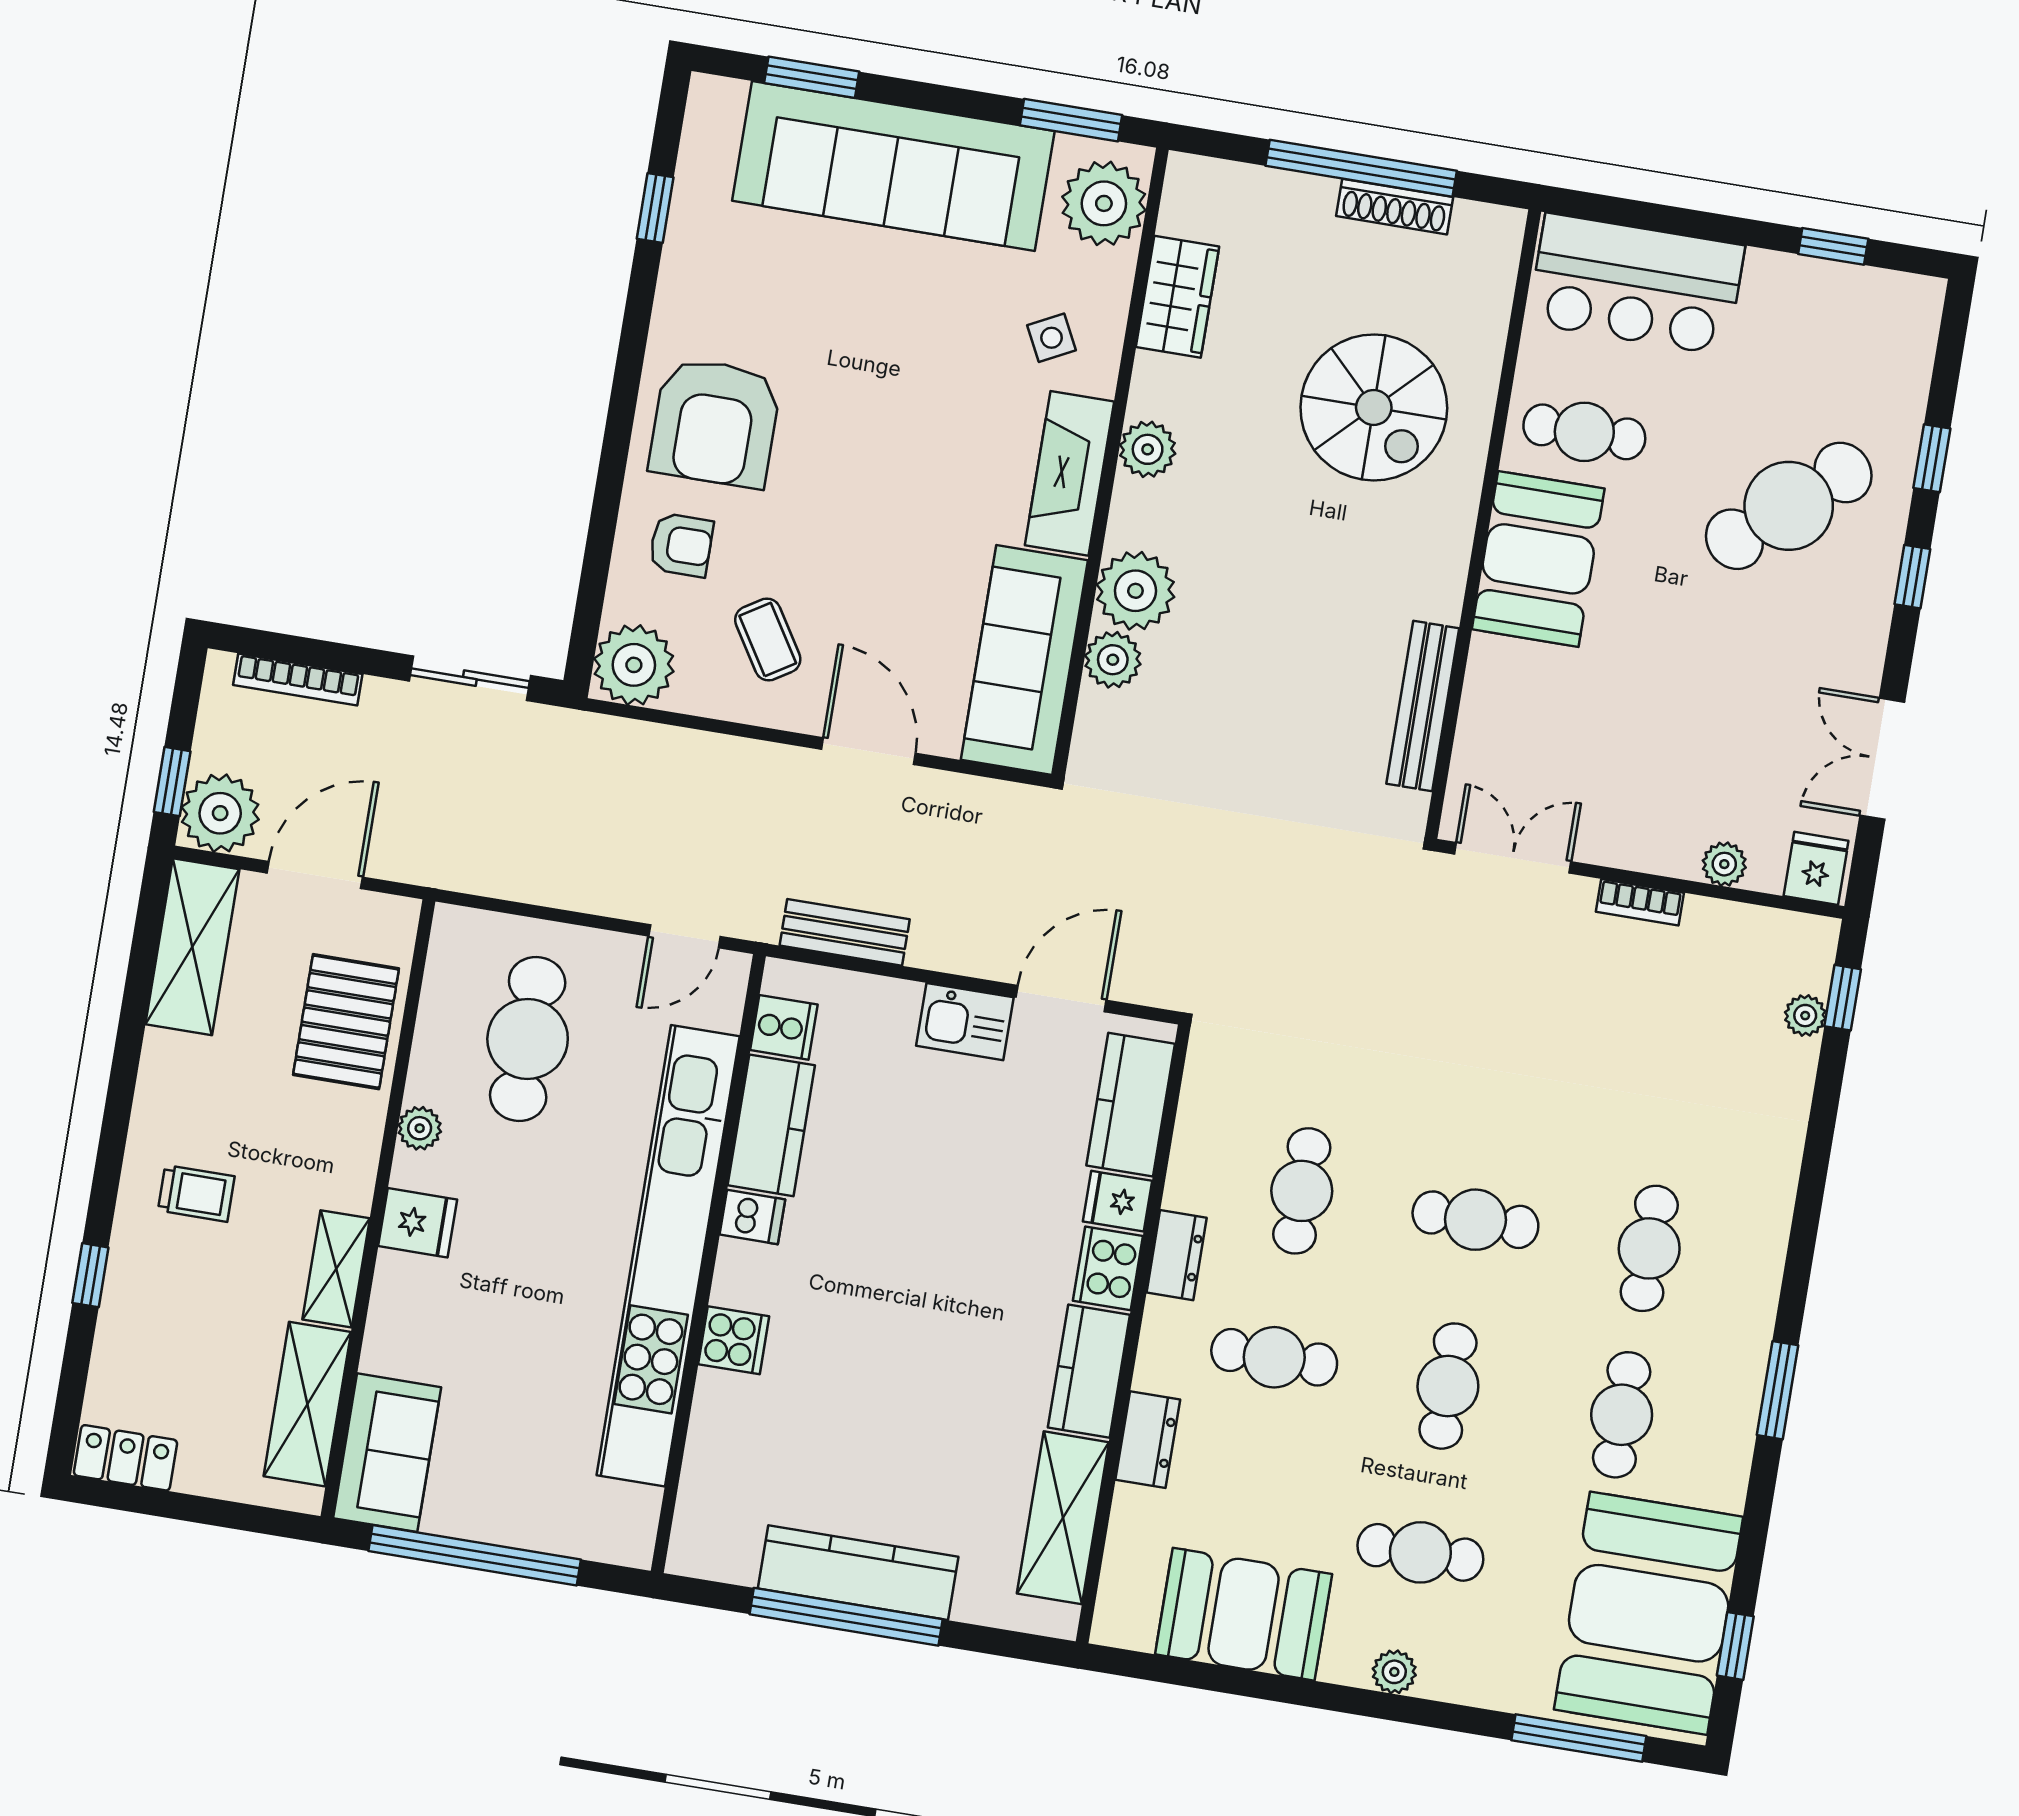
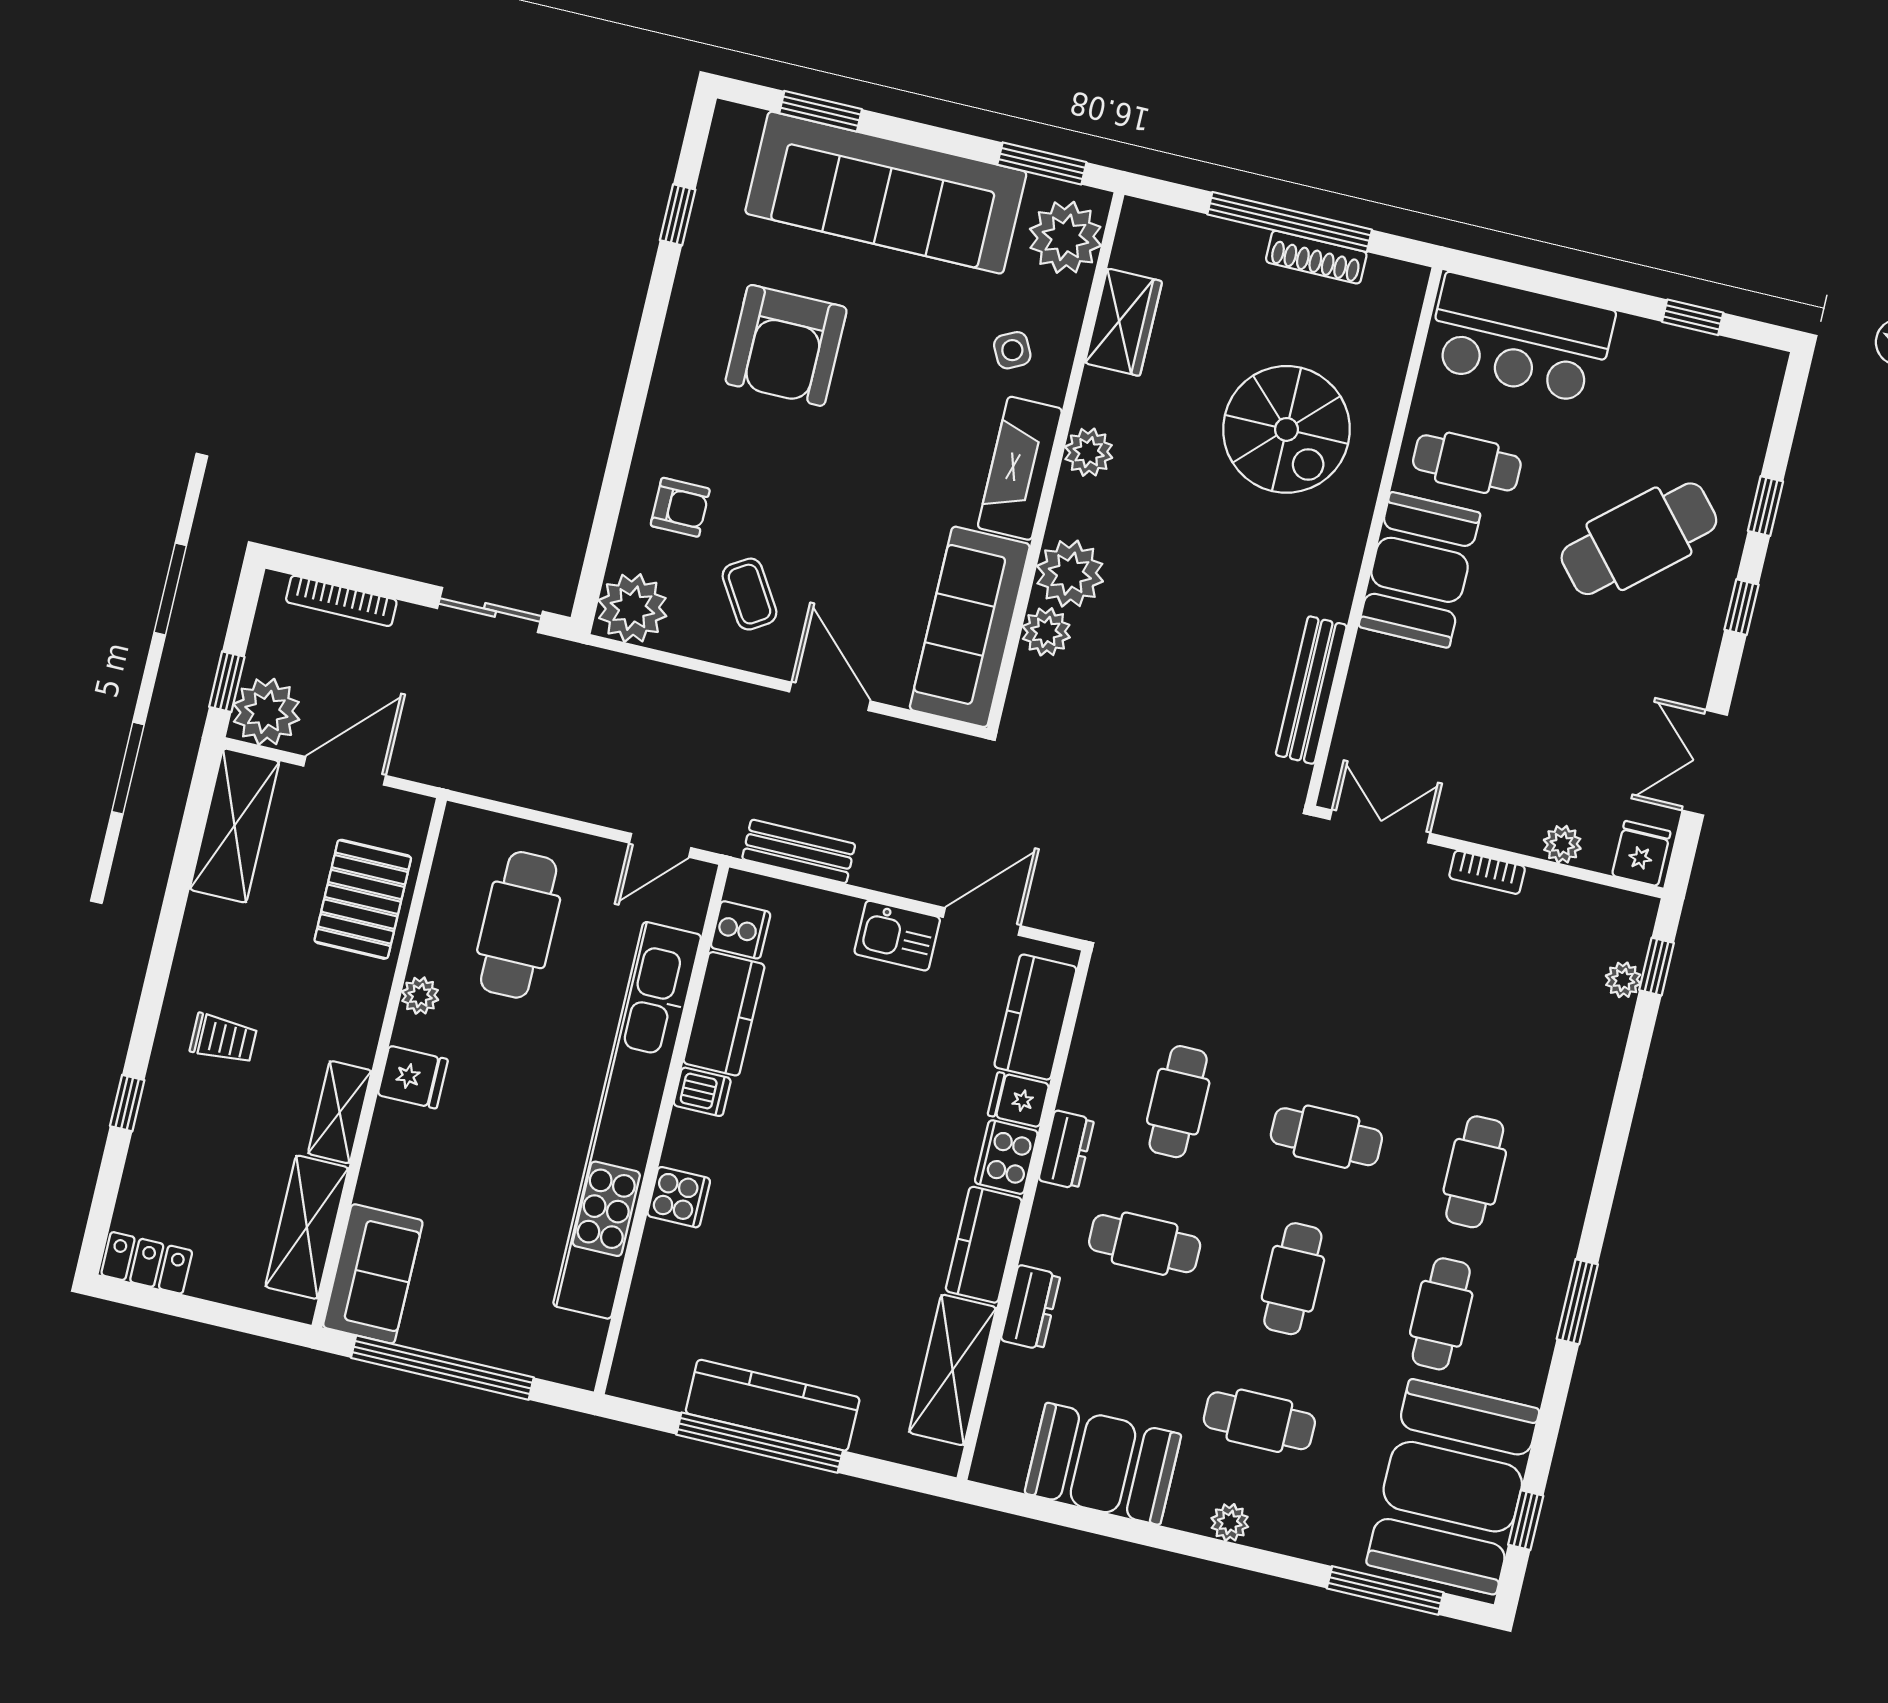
armchair: (715, 423) -> (786, 345), moved

